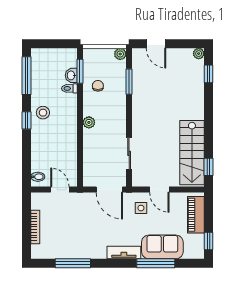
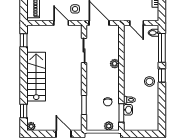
plant: (120, 54) -> (109, 126), moved
window: (27, 76) -> (162, 48), moved
plant: (89, 122) -> (115, 64), moved
stairs: (192, 153) -> (36, 77), moved

